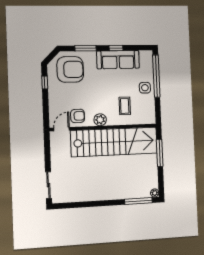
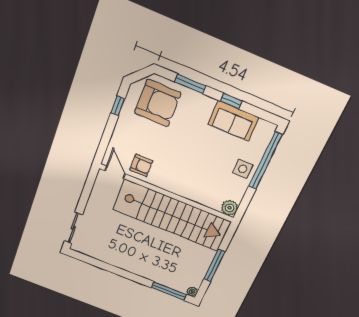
sofa: (118, 60) -> (233, 121), width x0.73
coffee table: (125, 106) -> (206, 180), removed
plant: (100, 120) -> (230, 208), moved
door: (62, 129) -> (115, 172), hinge flipped
window: (160, 153) -> (214, 265), moved

